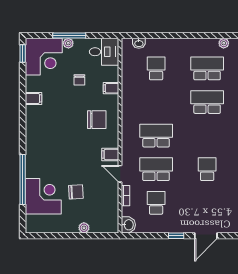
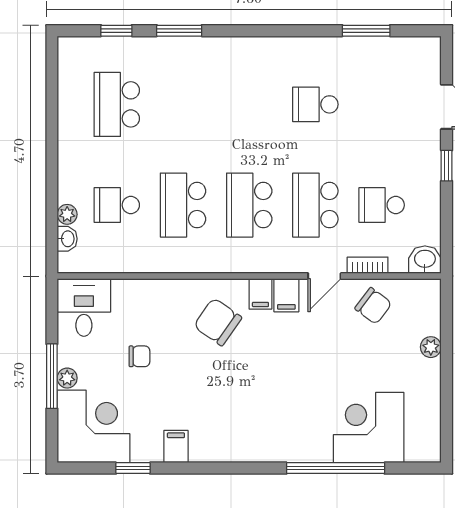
plant: (224, 43) -> (67, 214), moved
window: (23, 53) -> (133, 468), moved
filing cabinet: (111, 88) -> (260, 294), moved
school desk: (207, 102) -> (183, 205), moved
chair: (97, 120) -> (218, 322), turned -55
chair: (76, 192) -> (373, 306), moved, turned 130

